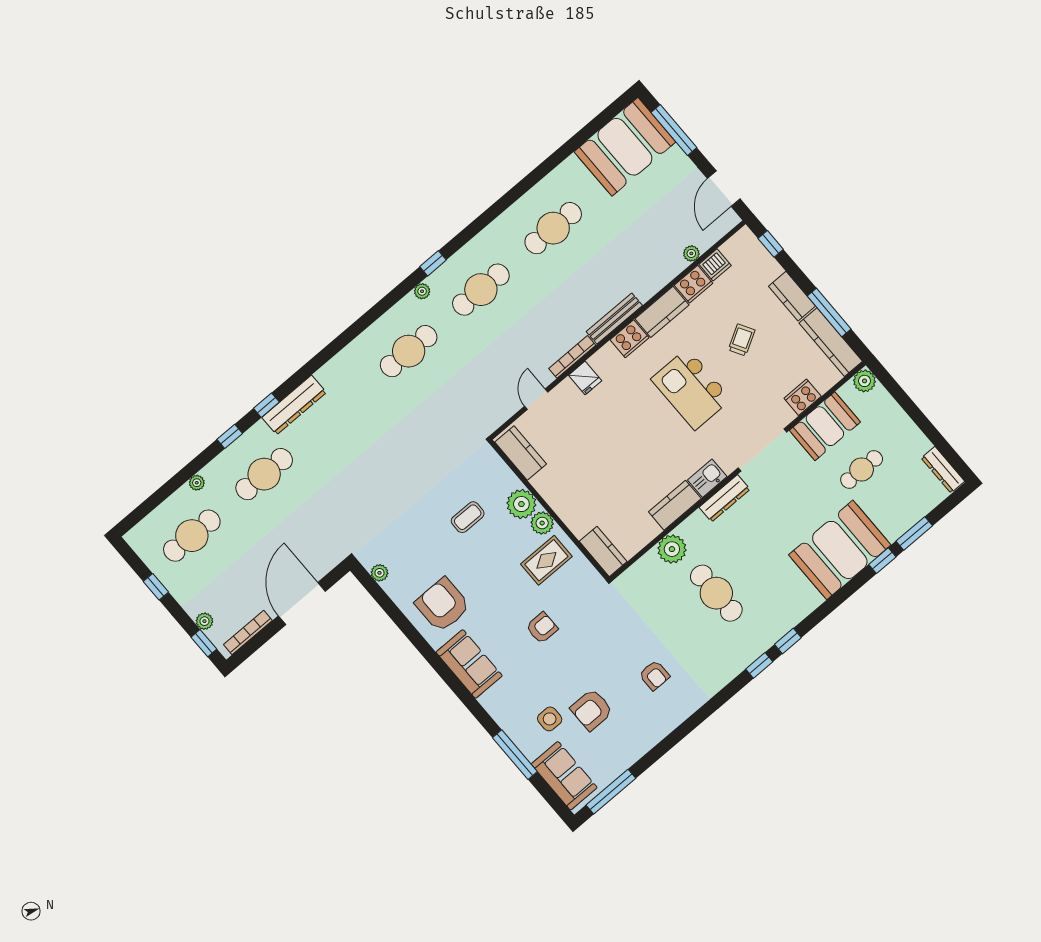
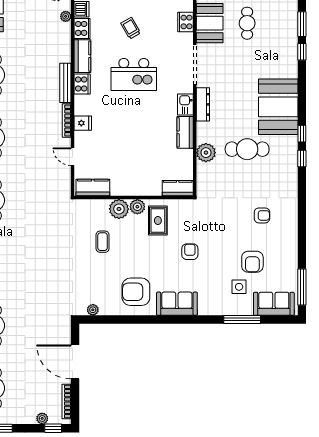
booth: (840, 550) -> (278, 107), moved

